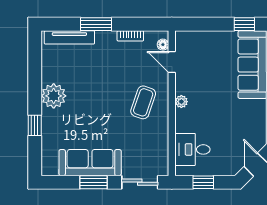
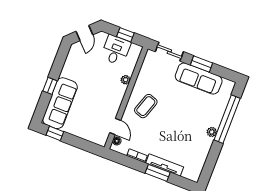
tv unit: (69, 37) -> (165, 165), moved
plant: (54, 96) -> (212, 132), width x0.53, depth x0.53
plant: (181, 102) -> (126, 80), moved
window: (35, 125) -> (227, 119), width x3.17
desk: (192, 149) -> (116, 50), moved, turned -90

